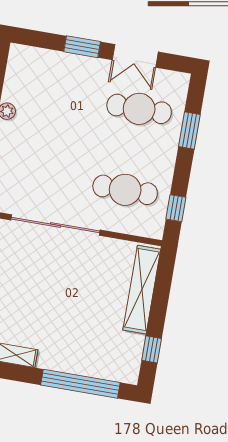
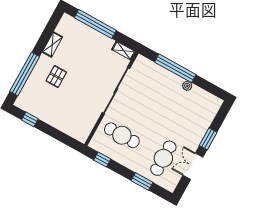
cafe table: (125, 190) -> (122, 135), turned 90
shelving: (142, 290) -> (64, 125), removed
pallet: (66, 331) -> (56, 77), added

